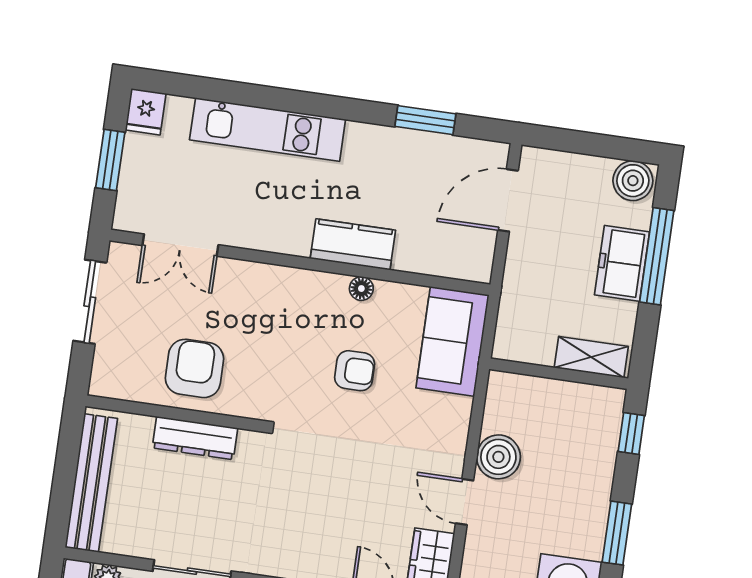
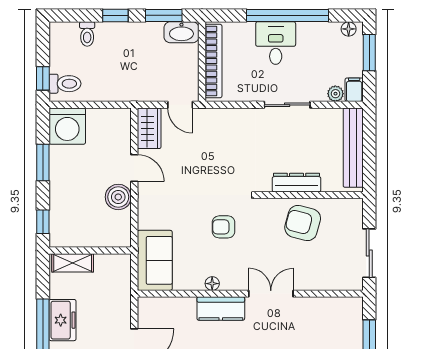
double door: (180, 245) -> (271, 294), moved
armchair: (194, 368) -> (303, 223), turned 105
armchair: (355, 371) -> (224, 227), moved

